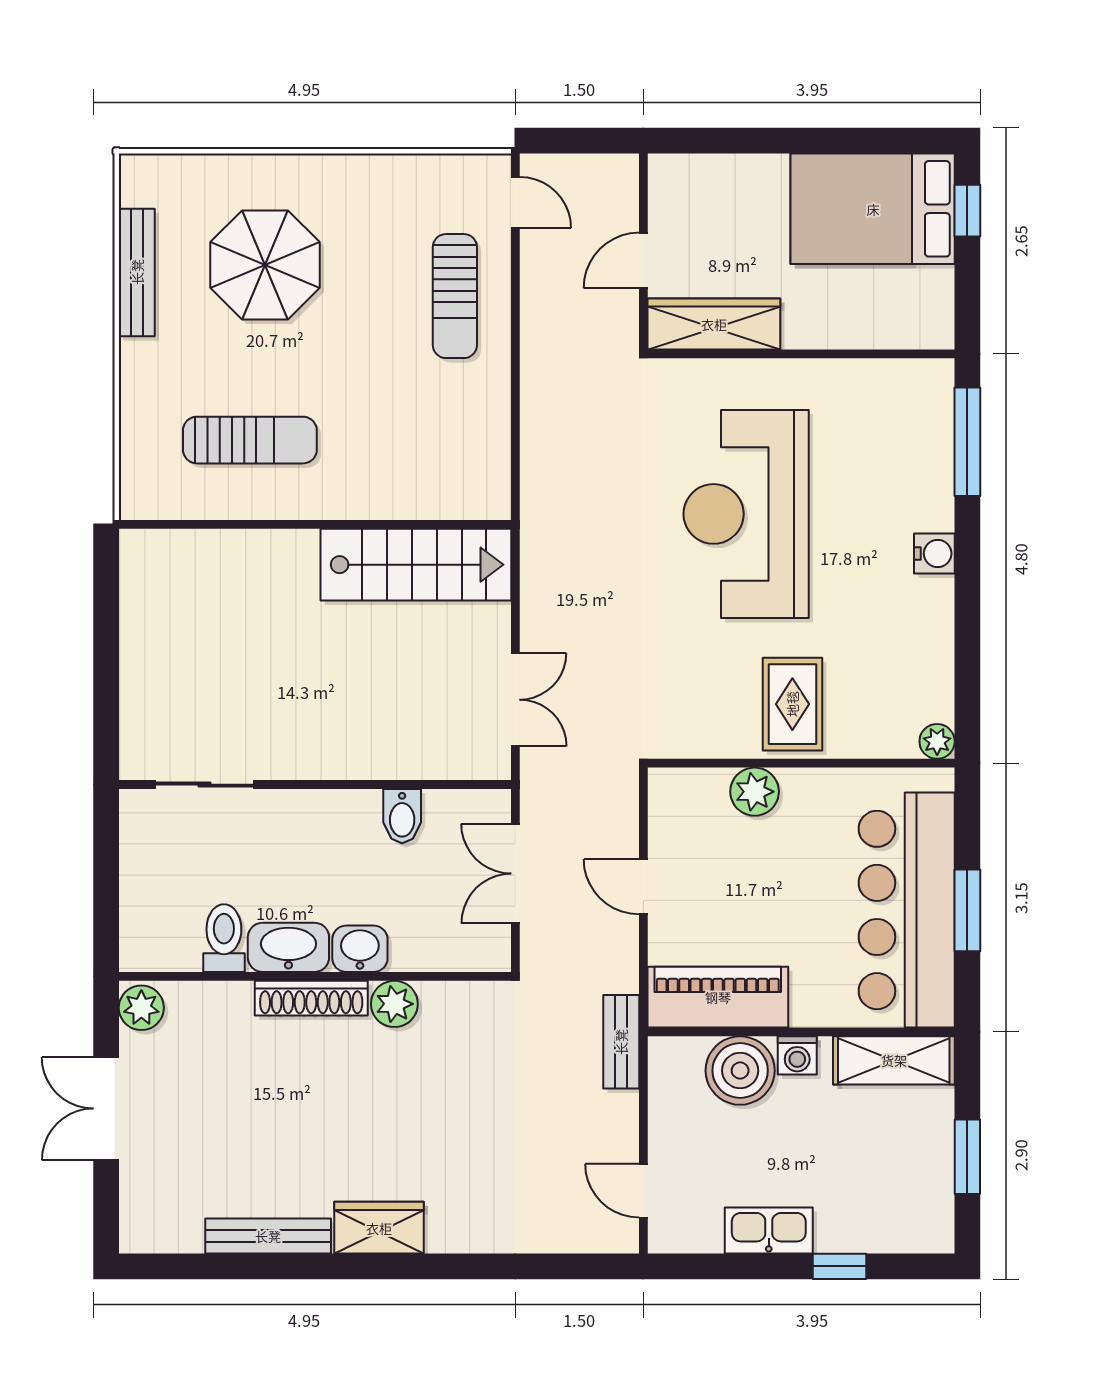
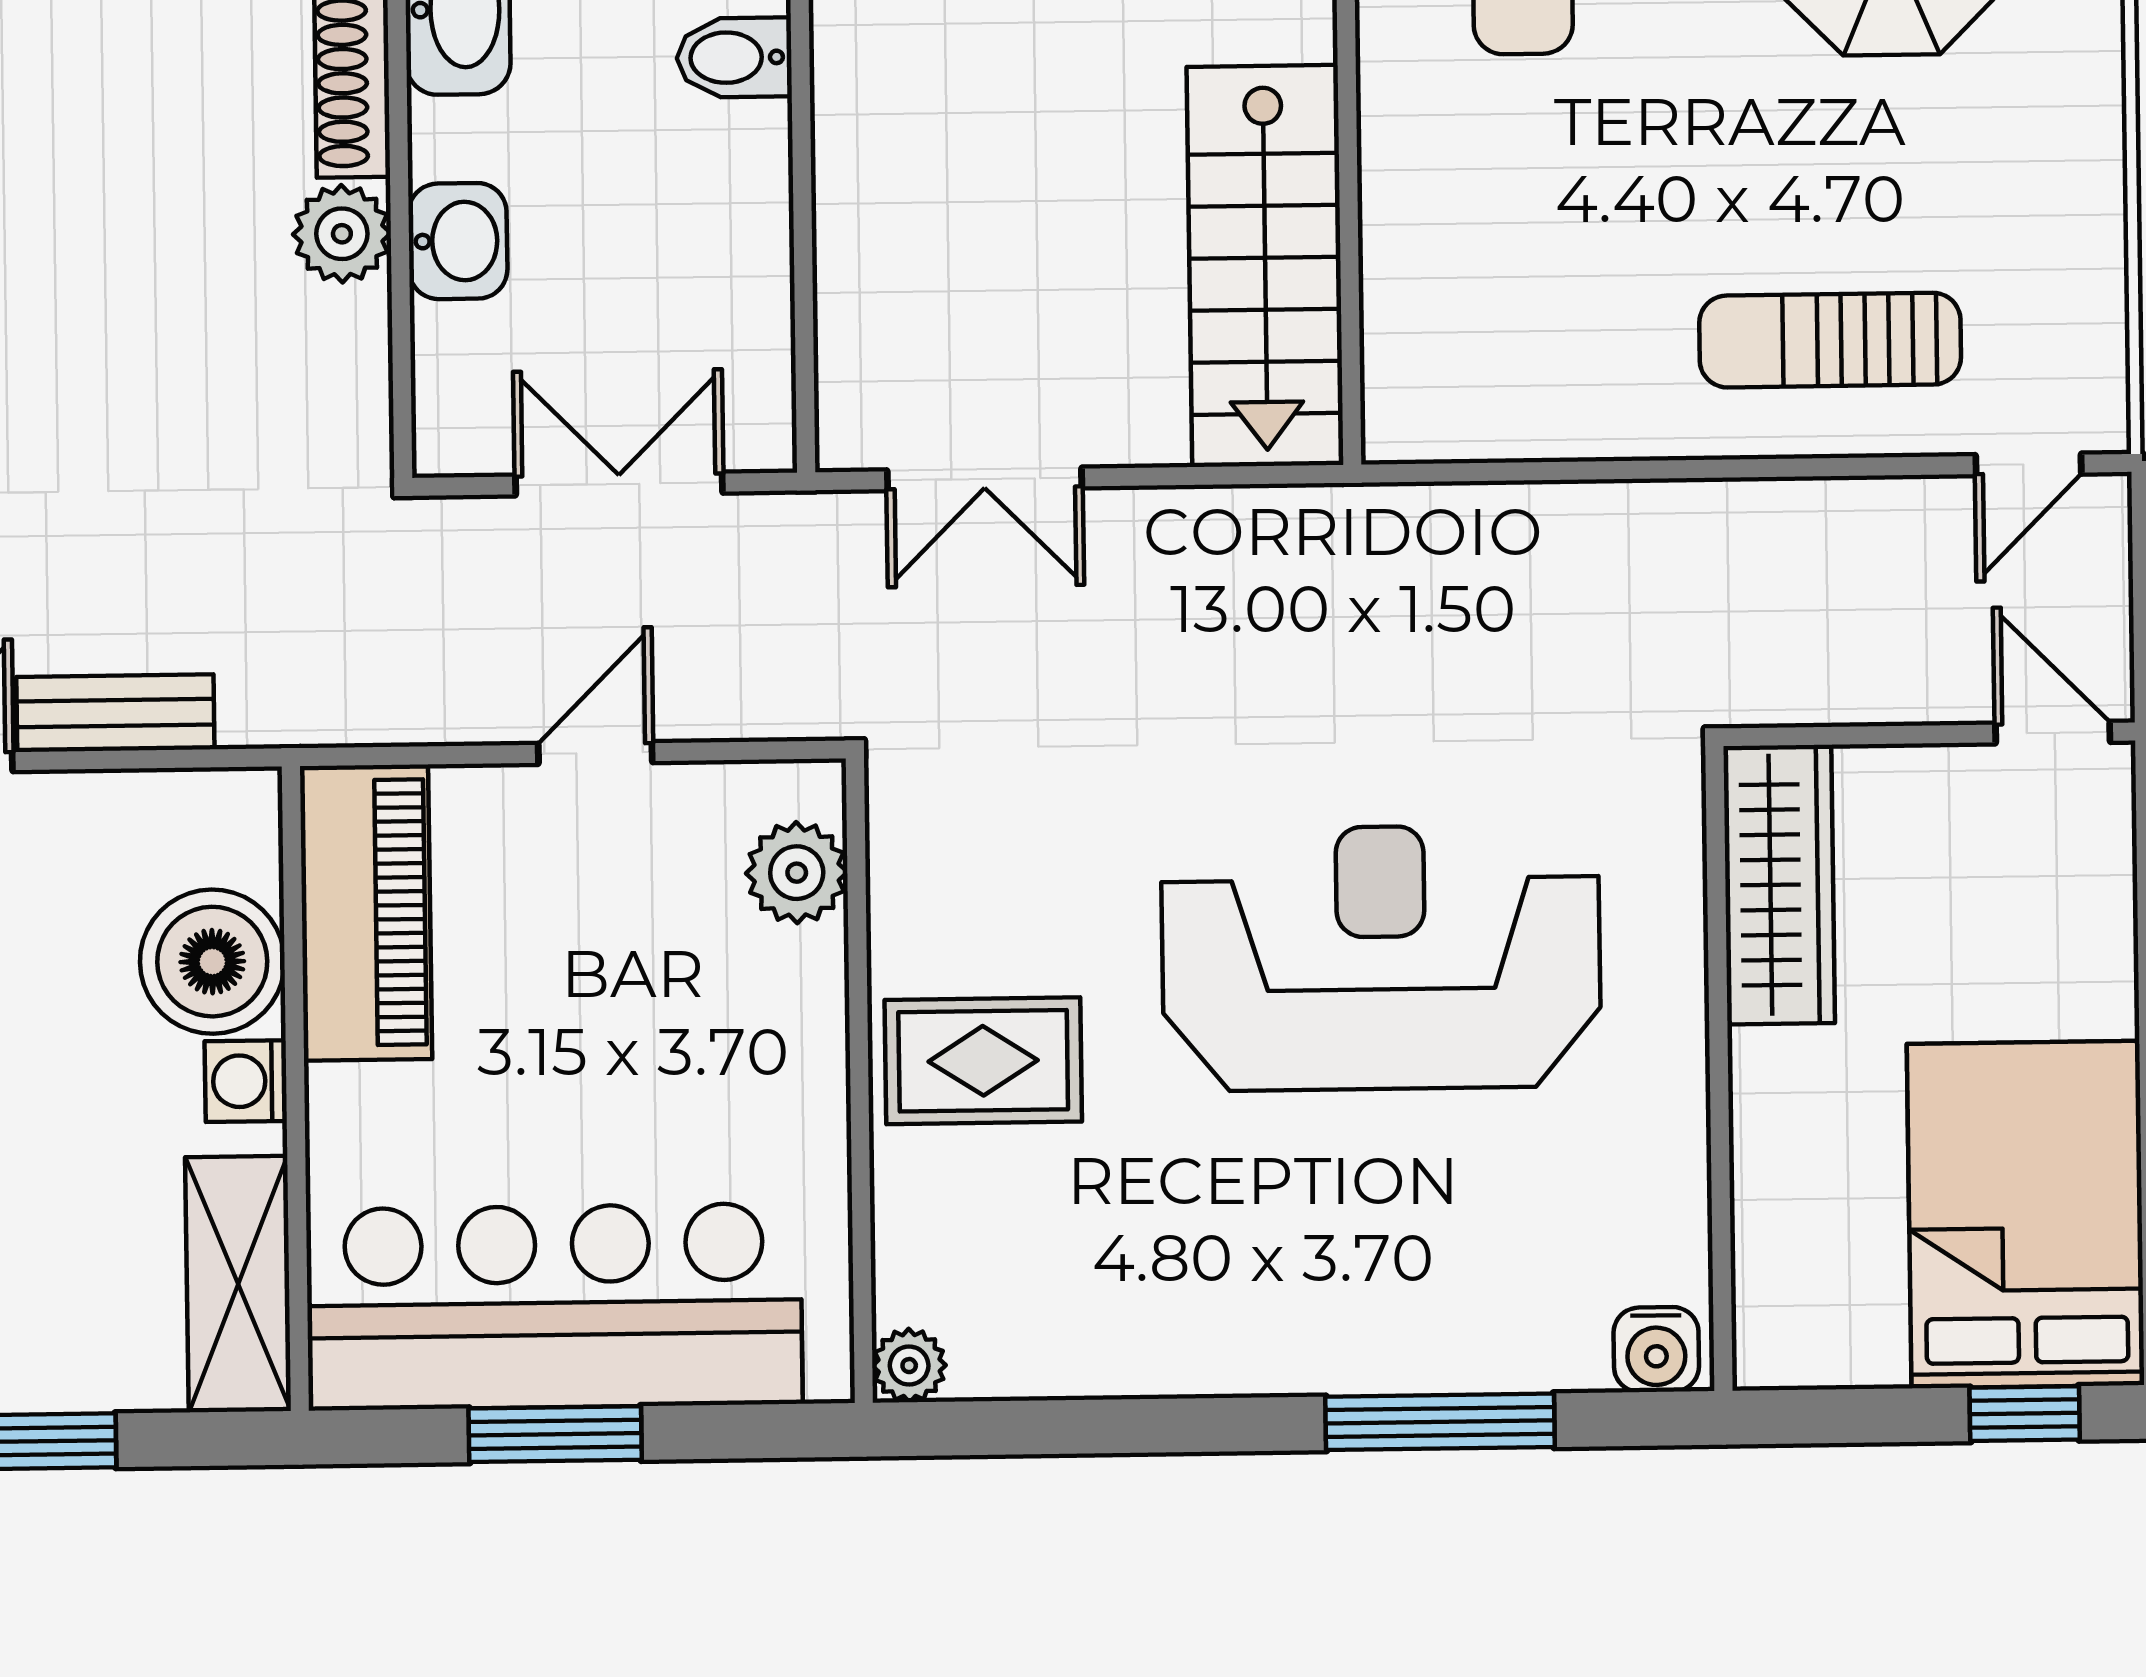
door: (643, 260) -> (2053, 733), moved
window: (967, 442) -> (1440, 1422), moved
water cooler: (934, 553) -> (1656, 1350), moved
plant: (755, 792) -> (797, 873), moved
bidet: (402, 816) -> (734, 58), moved
washbasin: (360, 949) -> (458, 241), moved
bench: (621, 1042) -> (115, 713), moved

